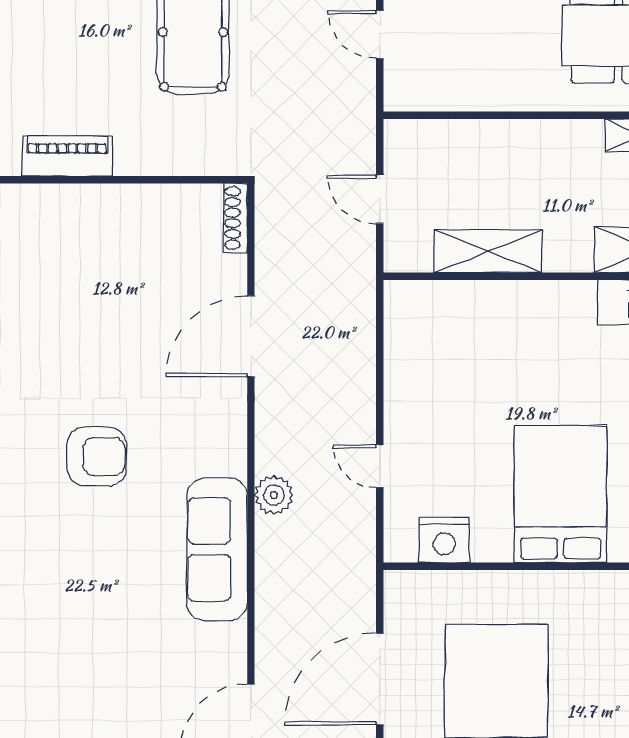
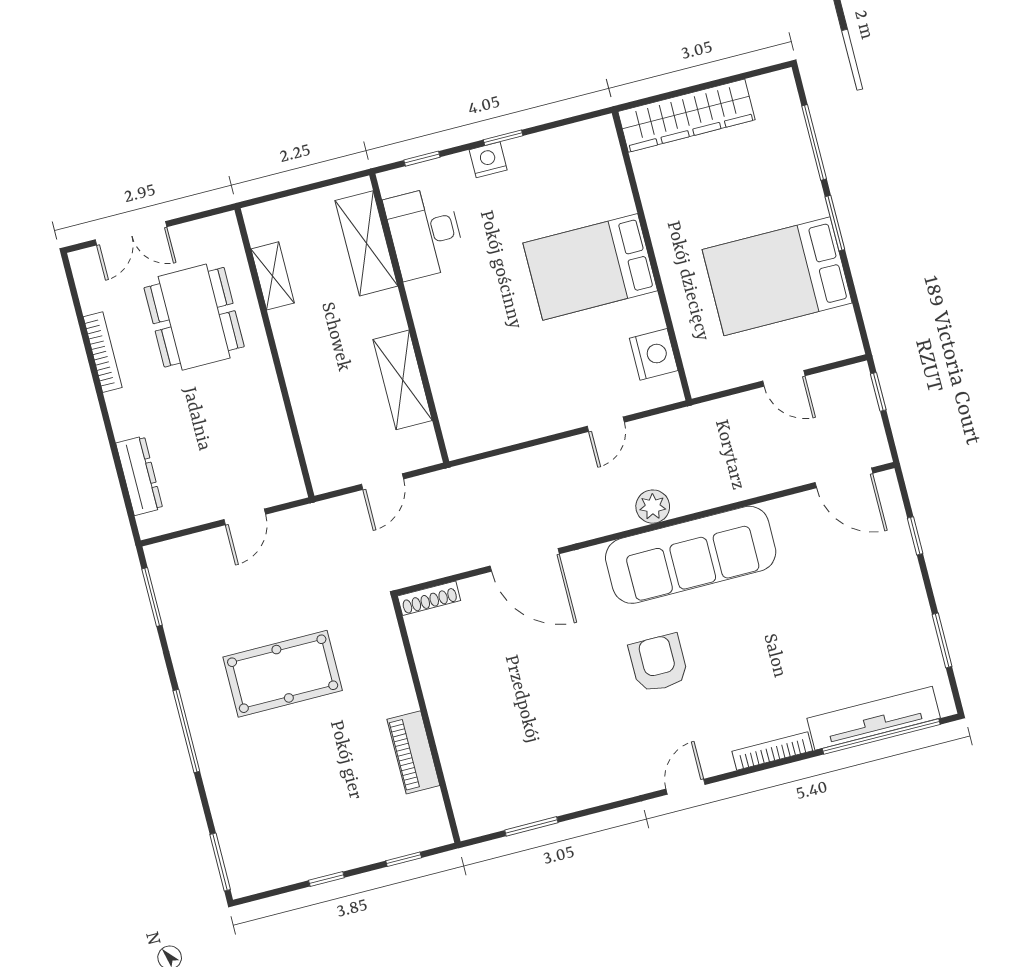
sofa: (217, 549) -> (691, 555), width x1.36, depth x1.27
door: (380, 679) -> (784, 378), width x0.53

